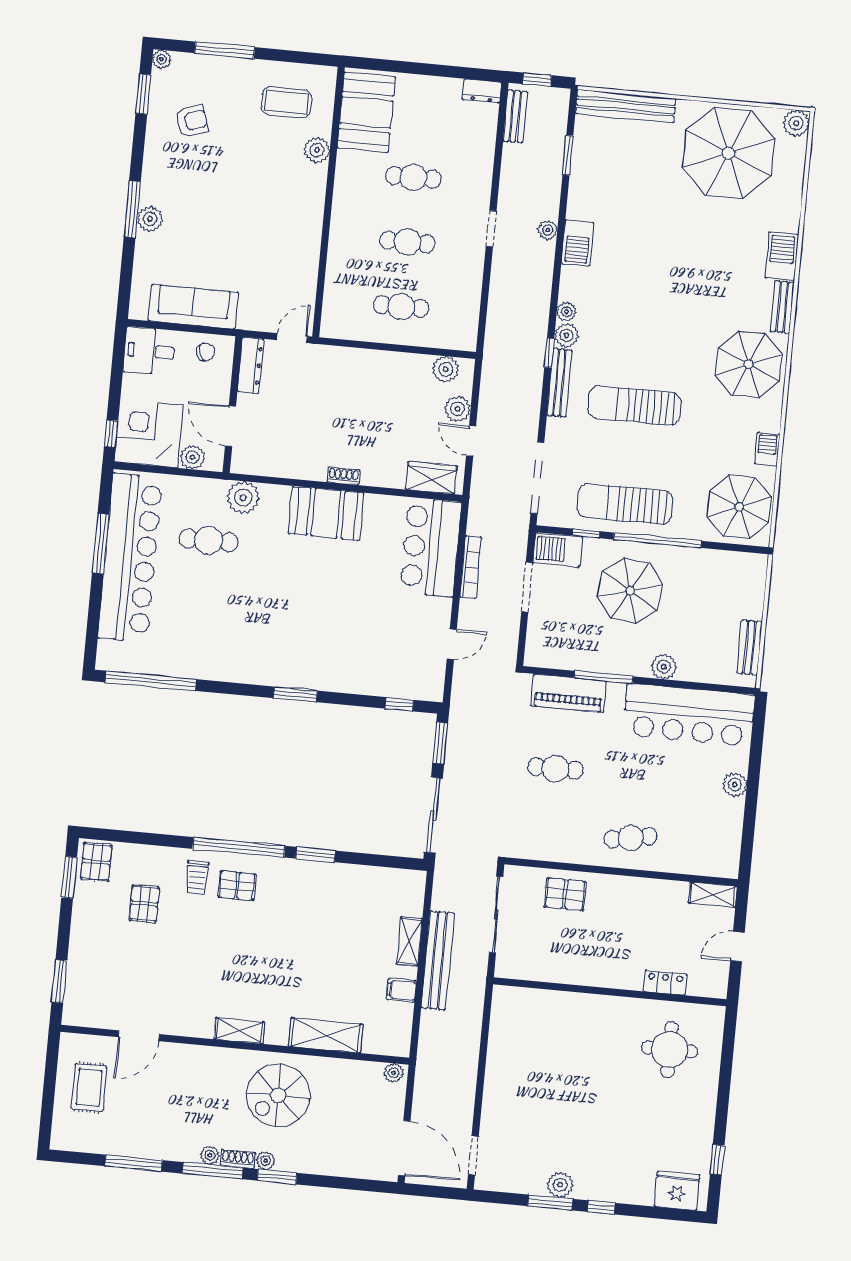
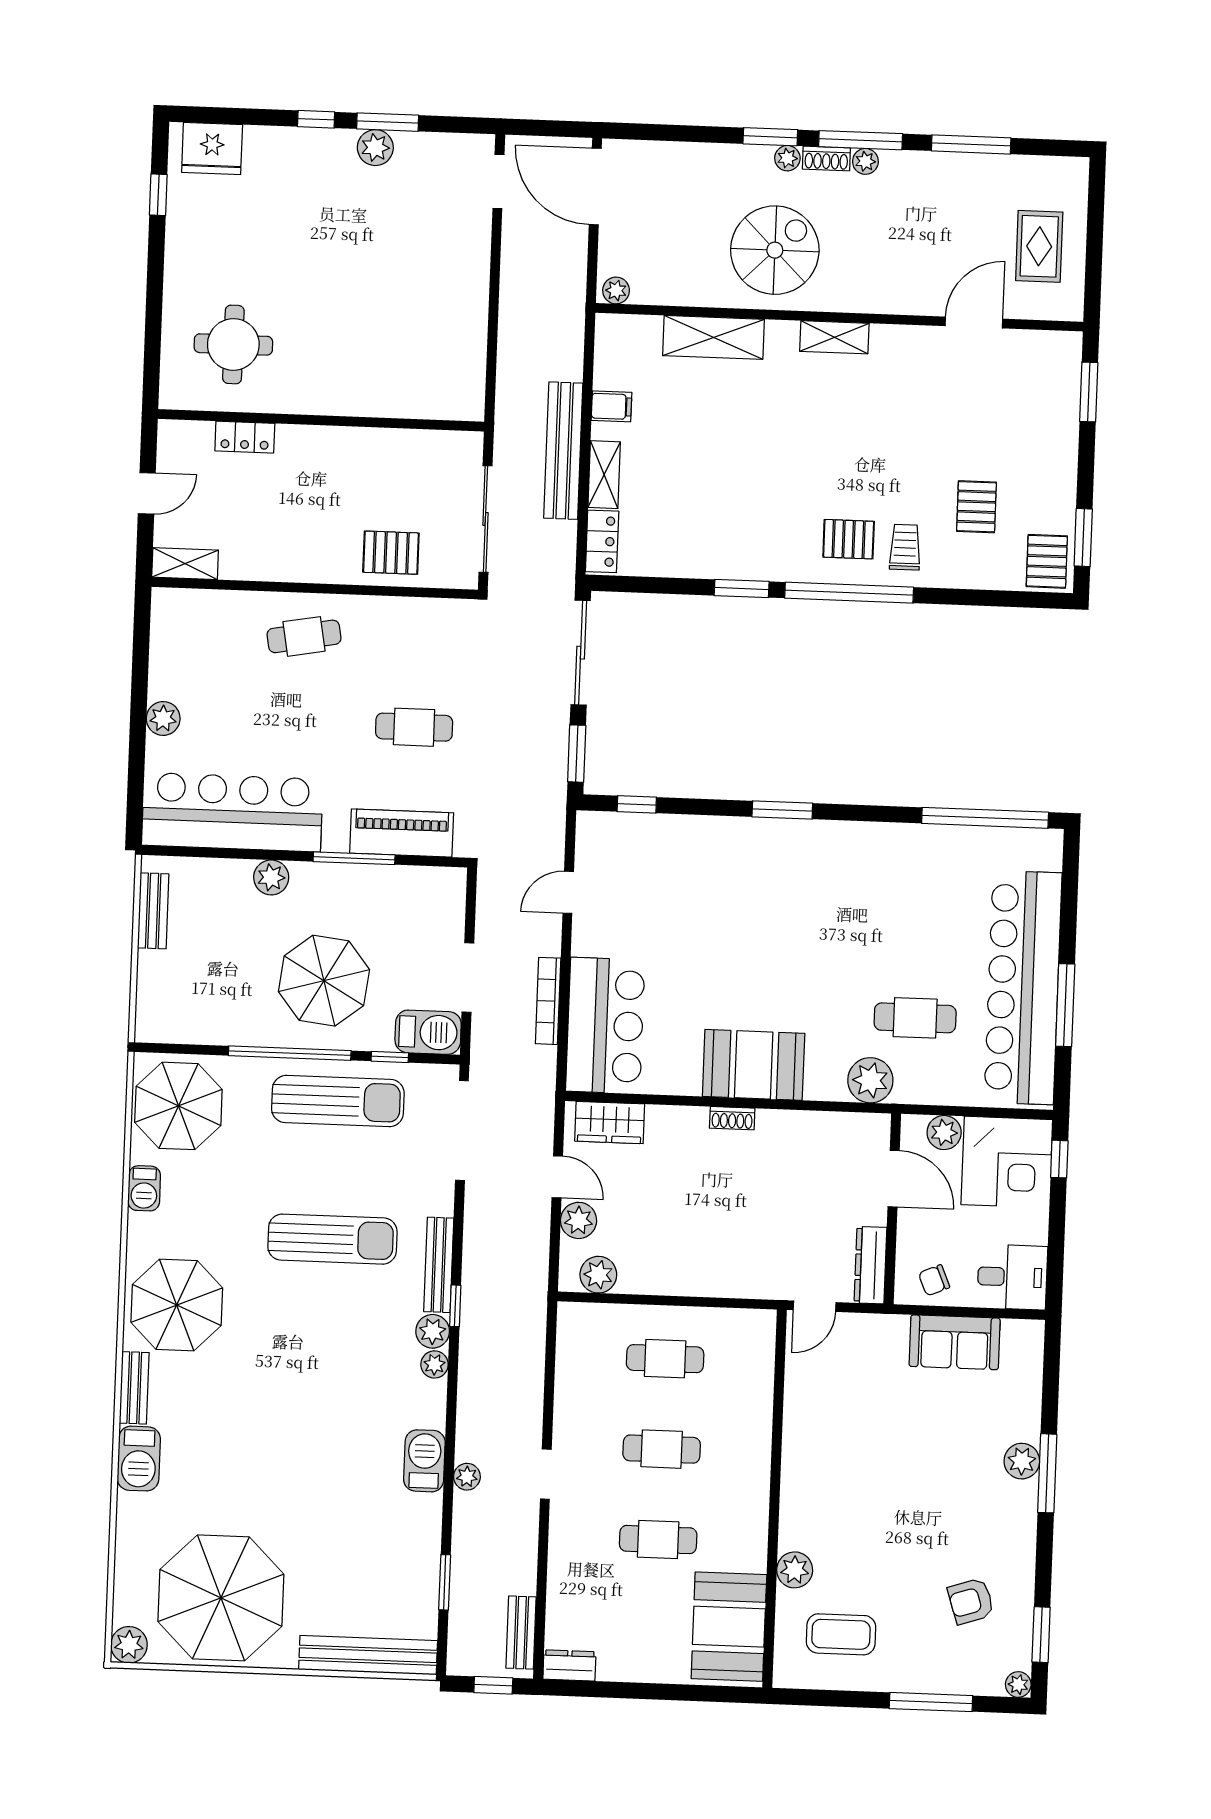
sofa: (193, 307) -> (955, 1342), width x0.73
locker: (414, 894) -> (602, 541), added

